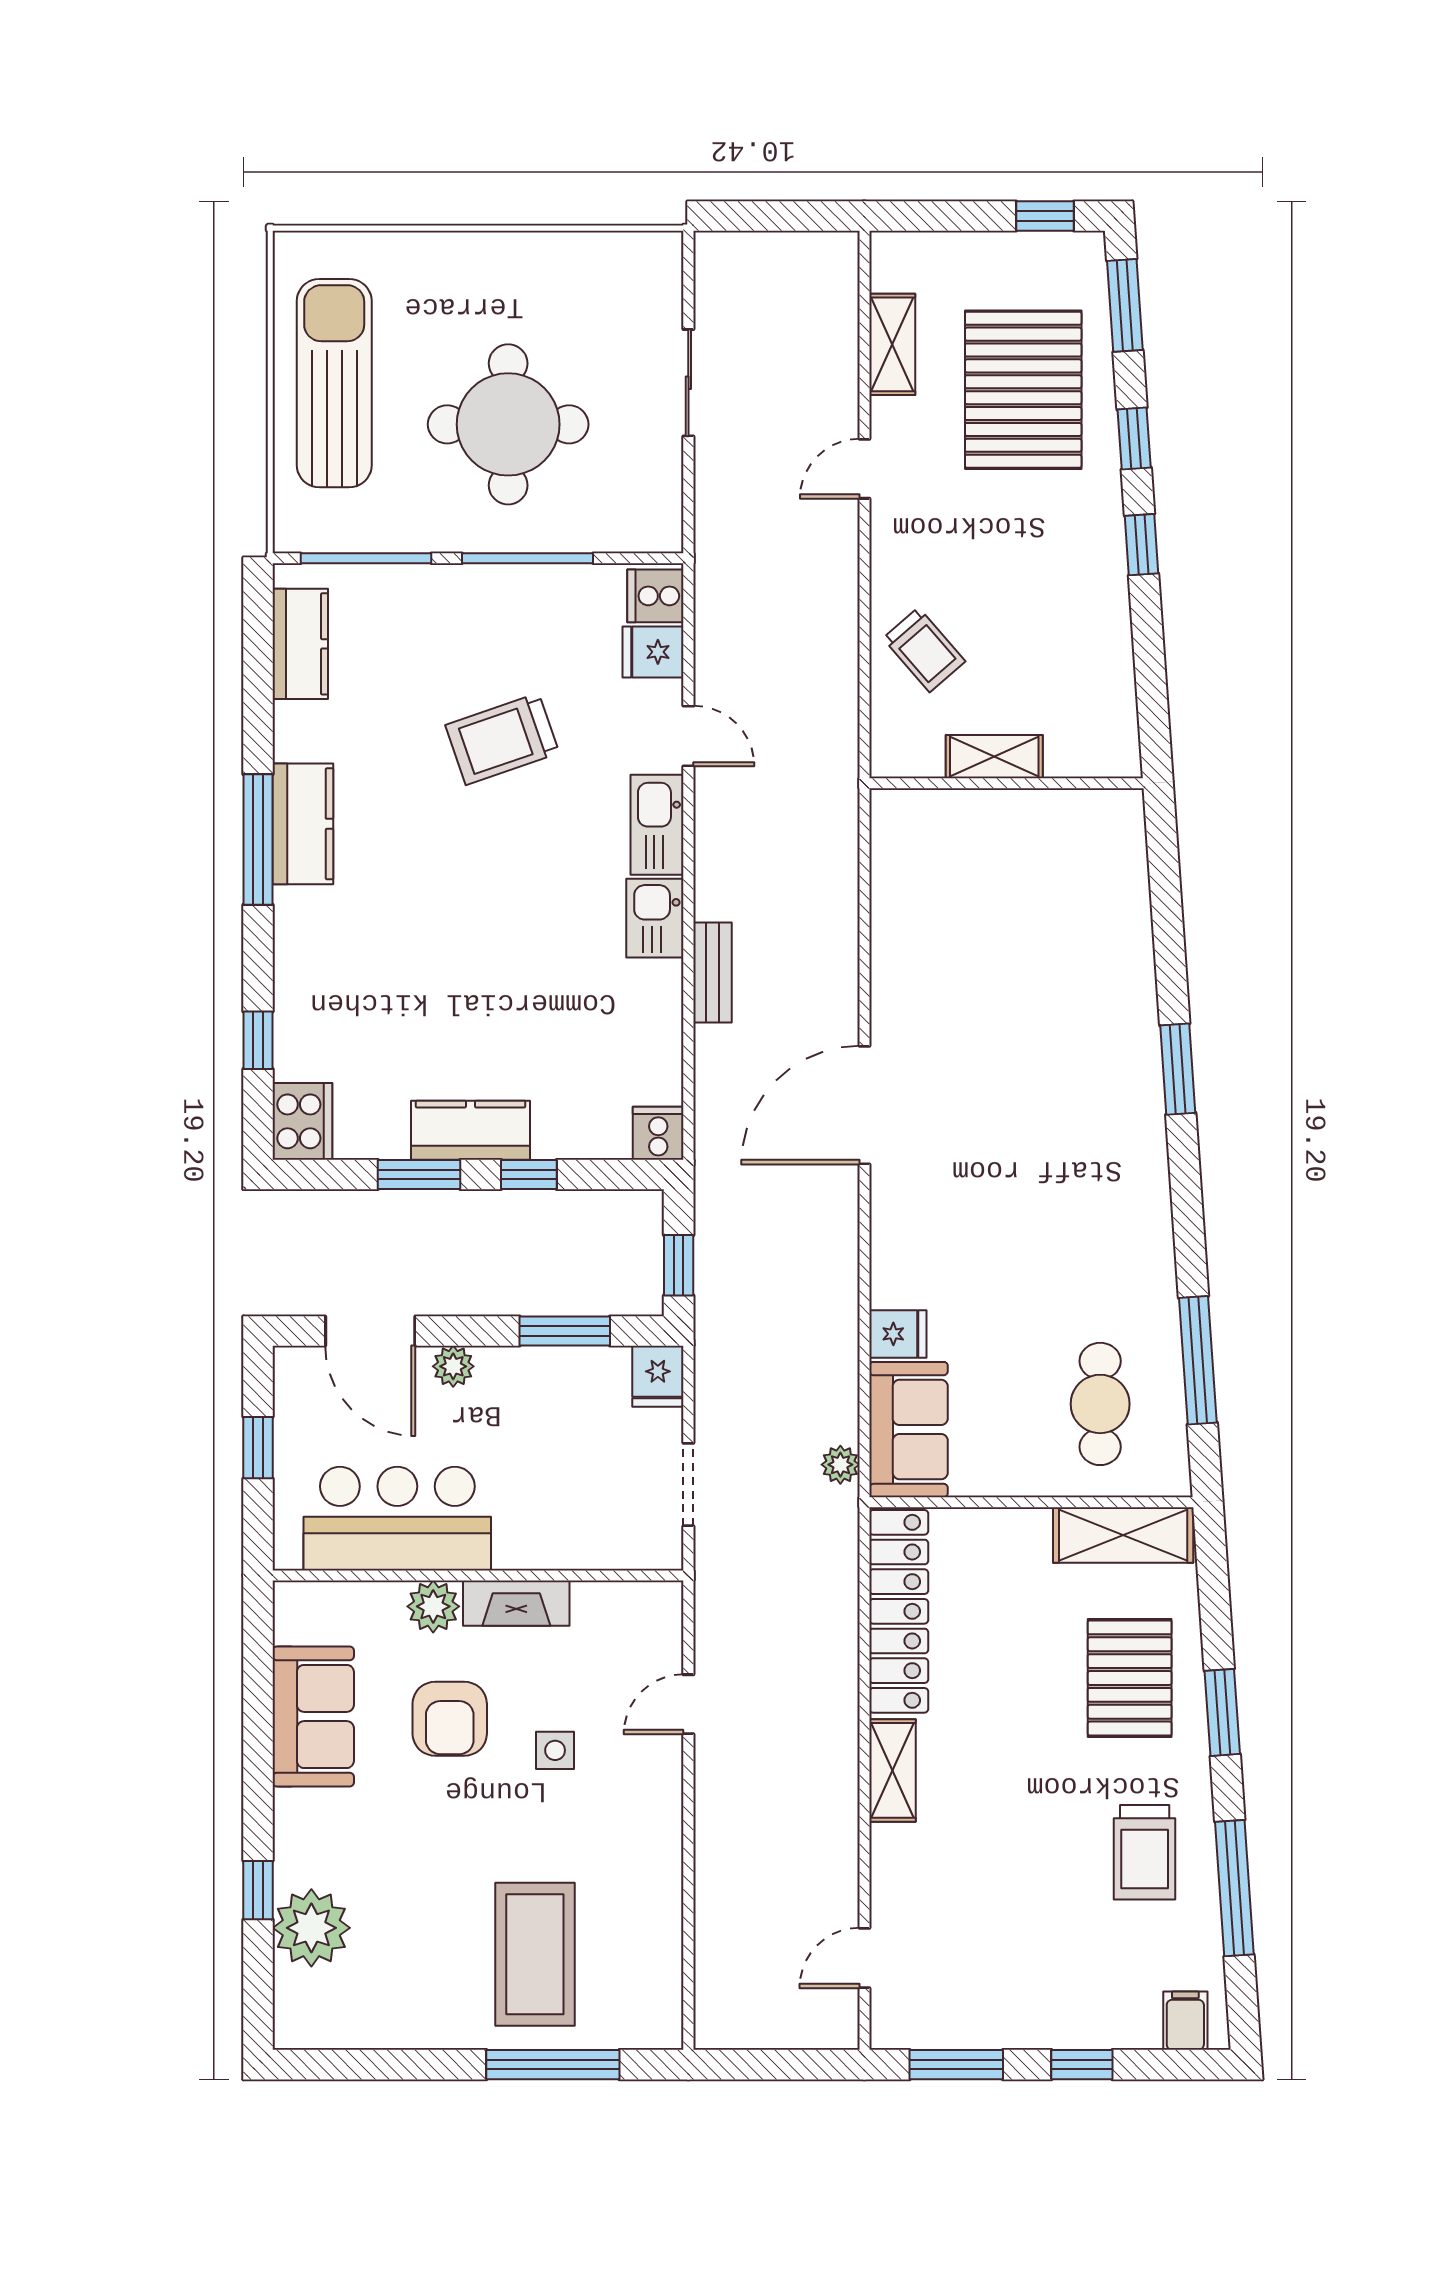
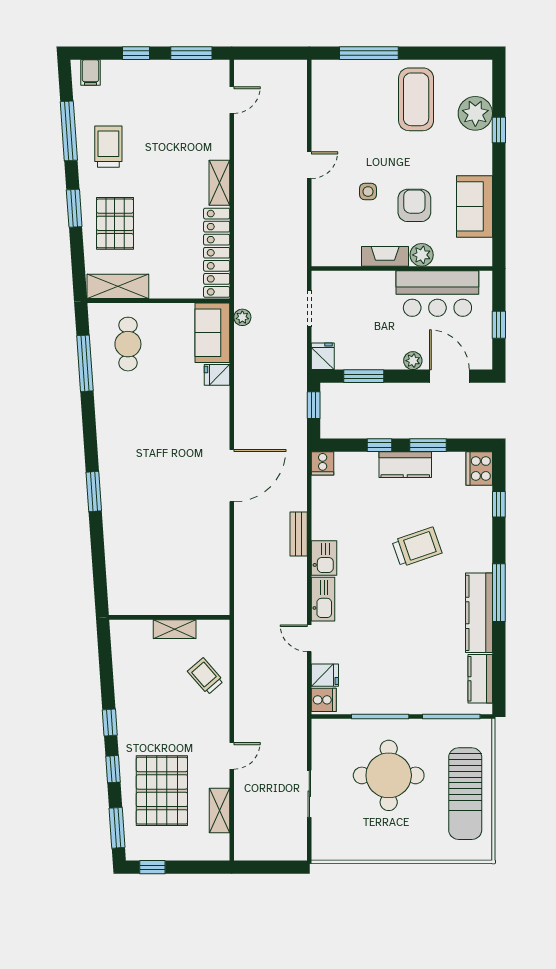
trolley: (502, 739) -> (417, 547), moved
kitchen counter: (303, 824) -> (479, 613), width x1.50
door: (688, 1704) -> (309, 165), moved
coffee table: (535, 1954) -> (416, 99), moved

